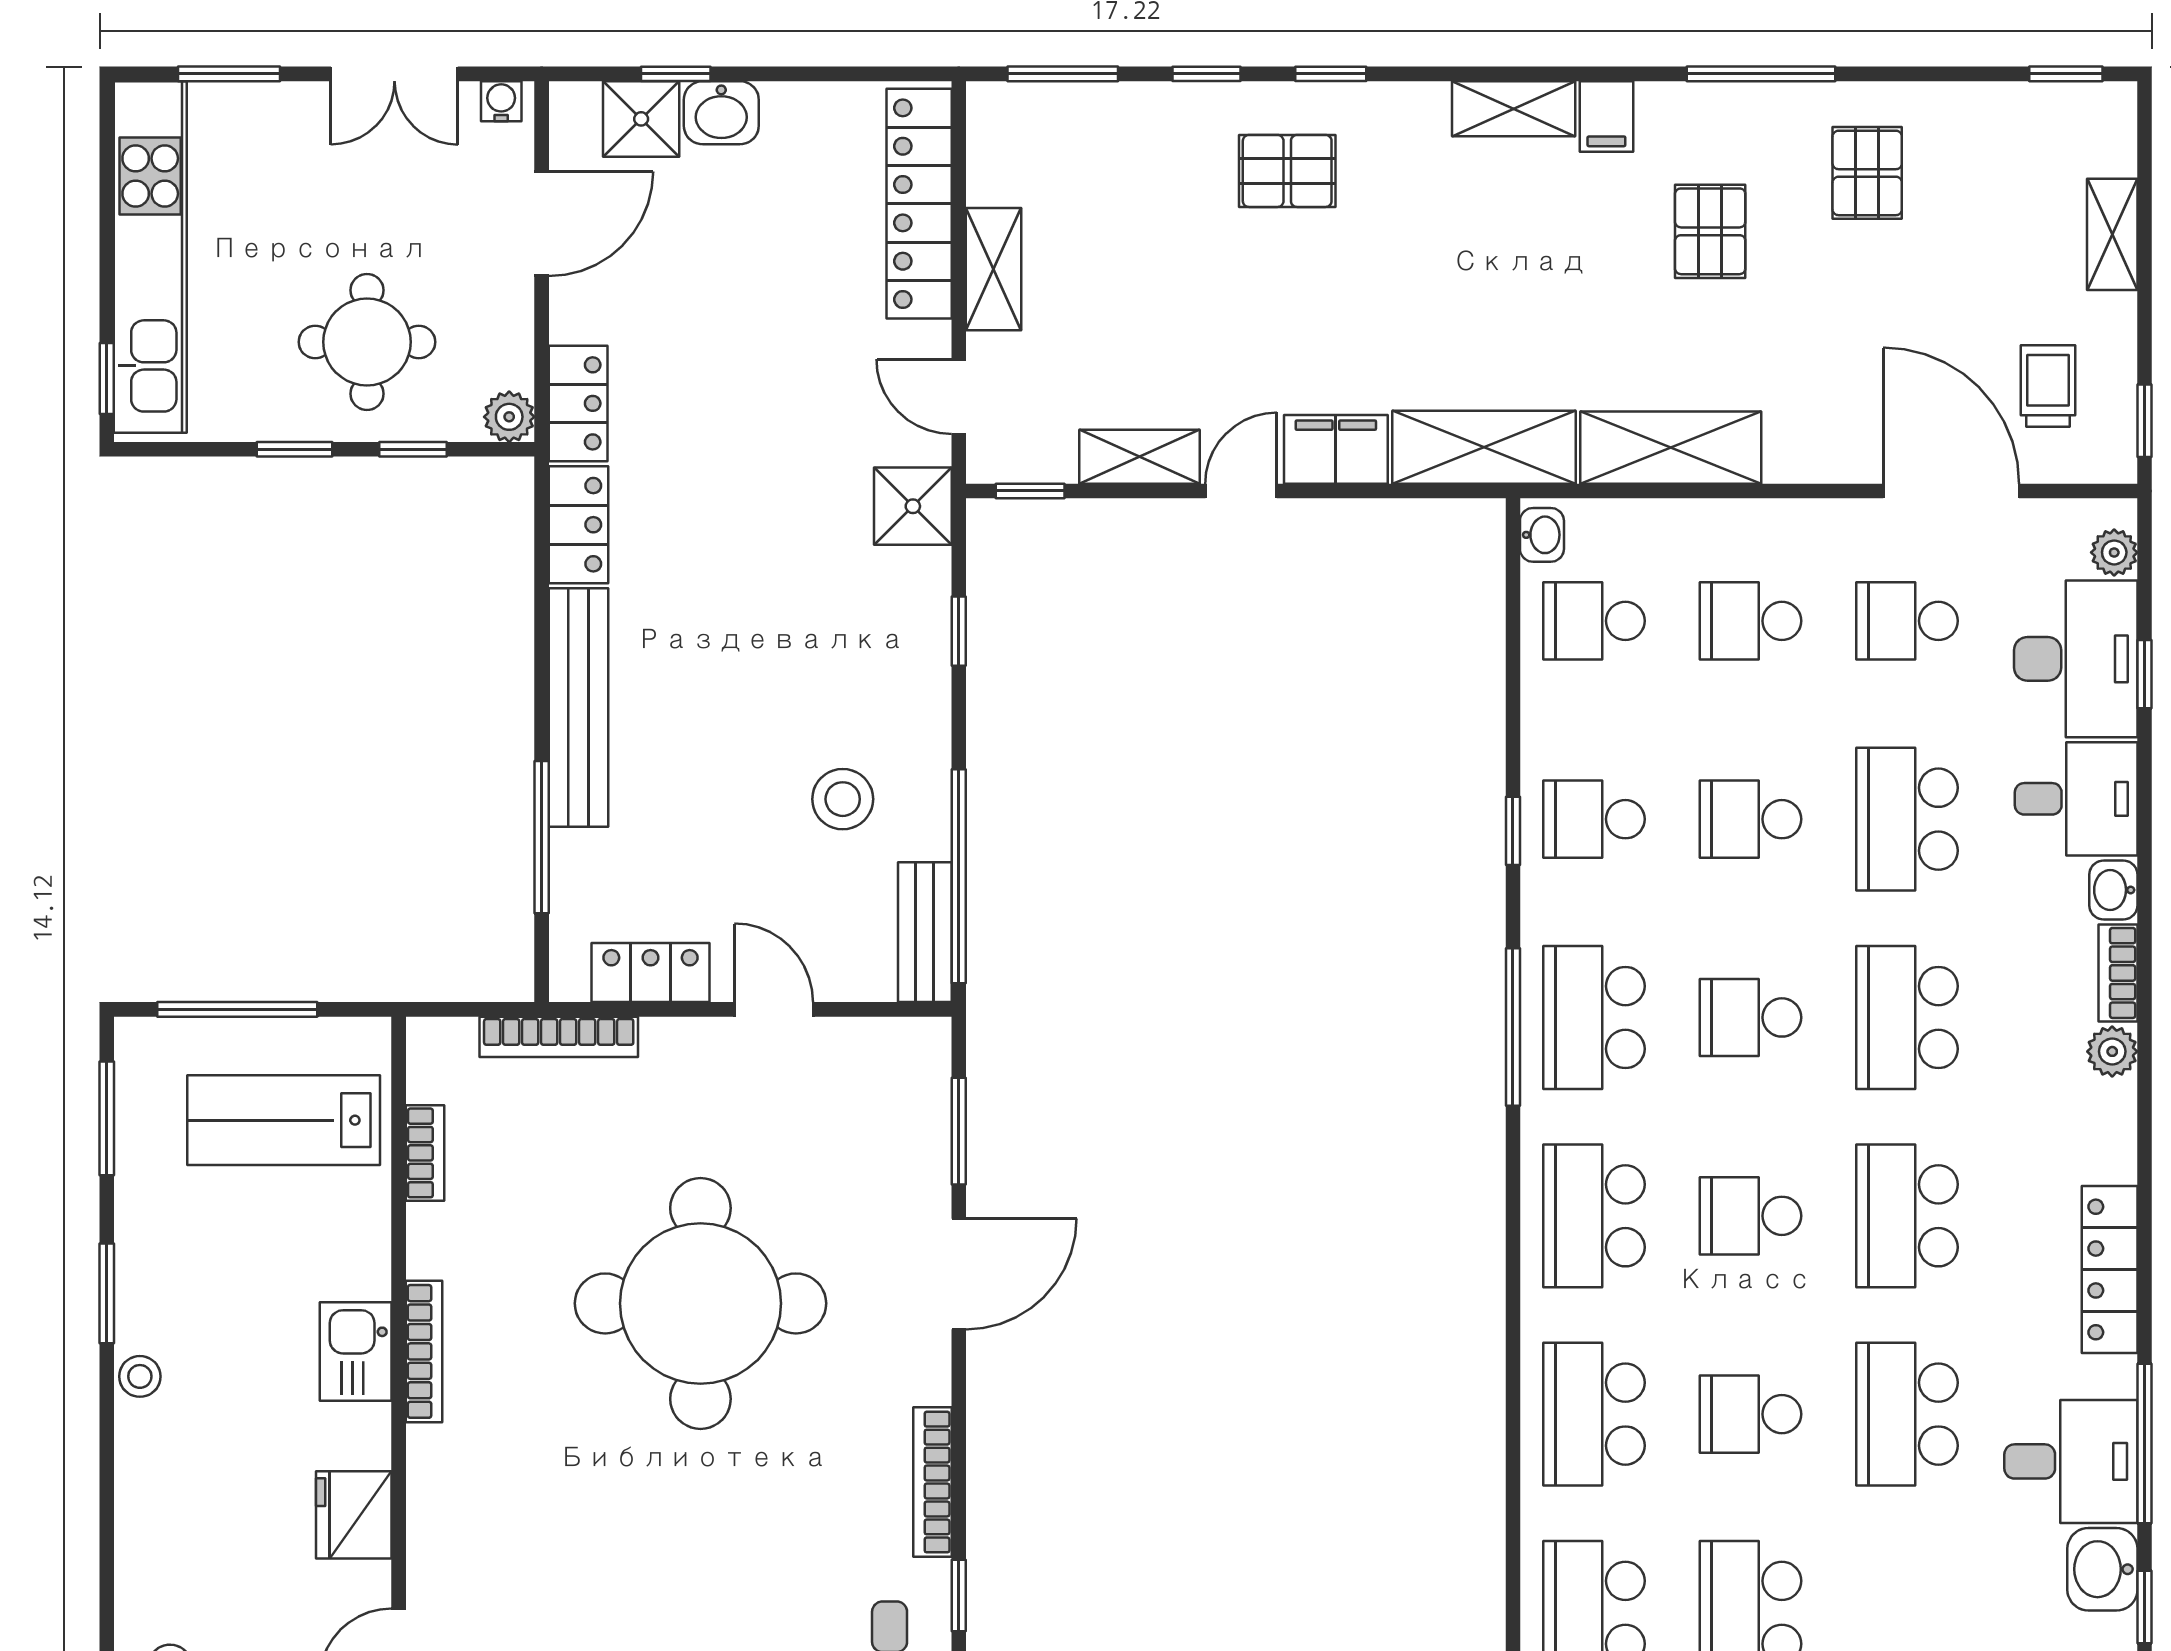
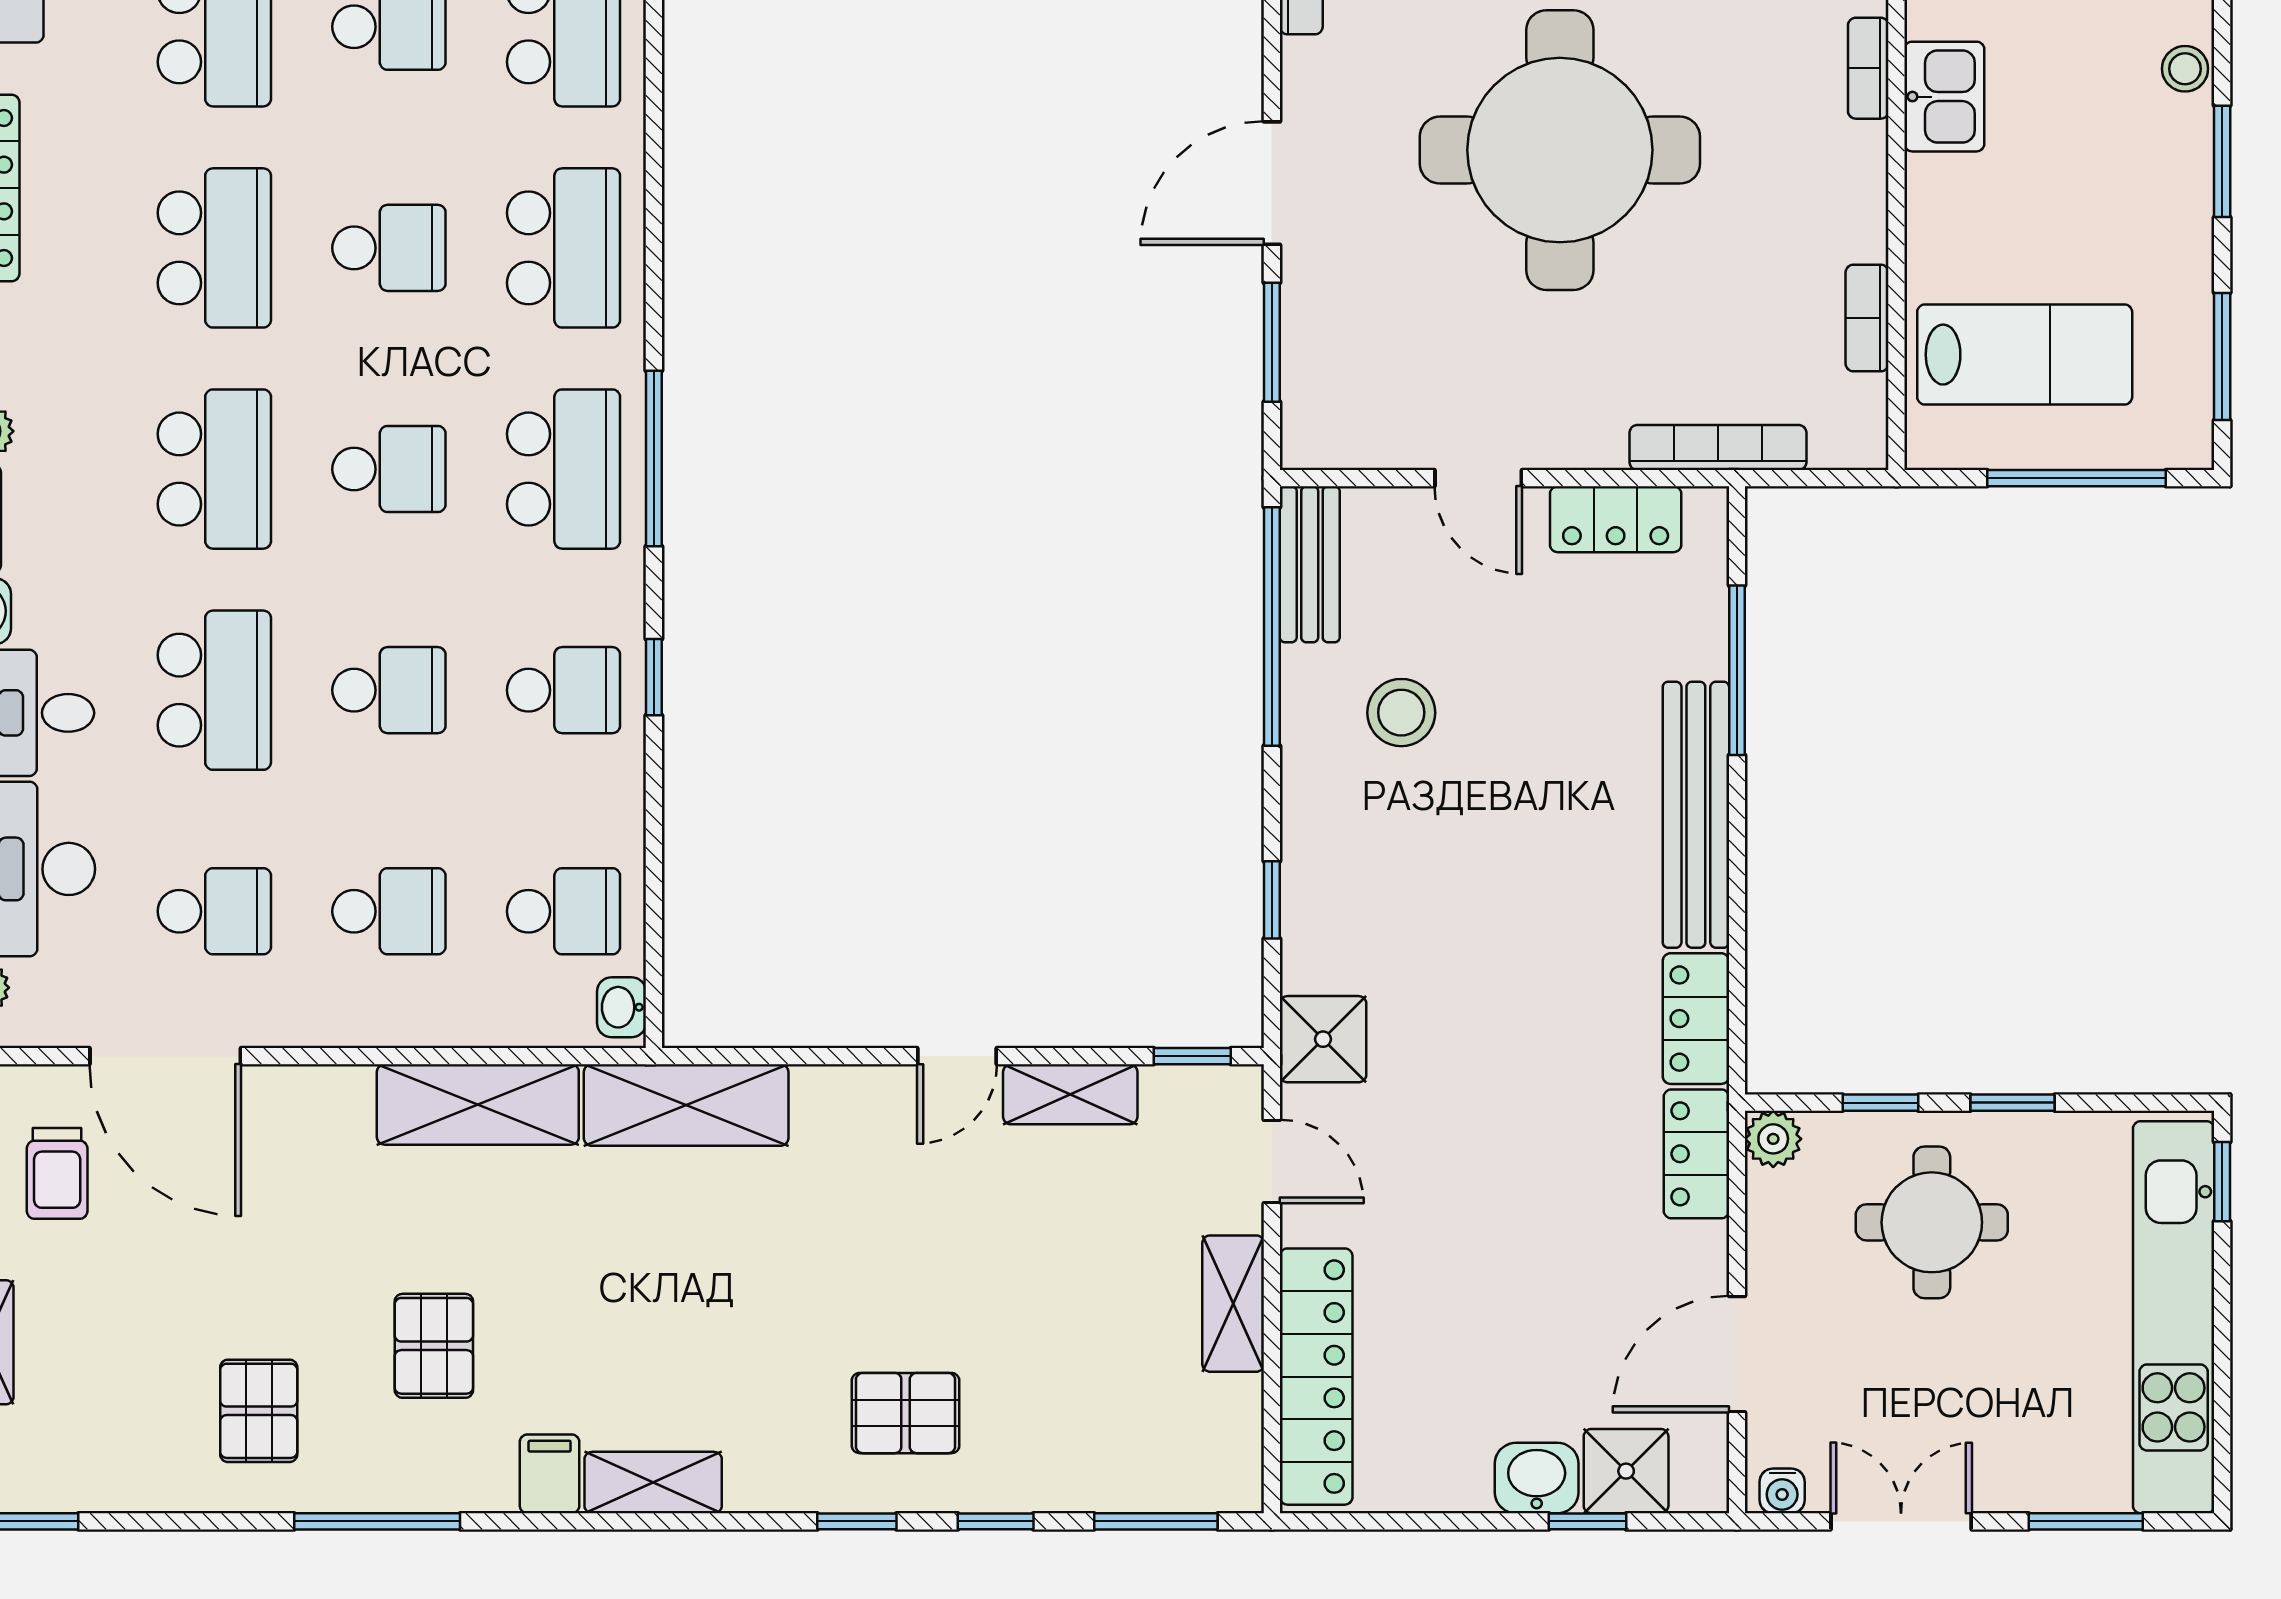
filing cabinet: (1336, 449) -> (851, 1103), removed
bookcase: (424, 1351) -> (1868, 68), width x0.64

